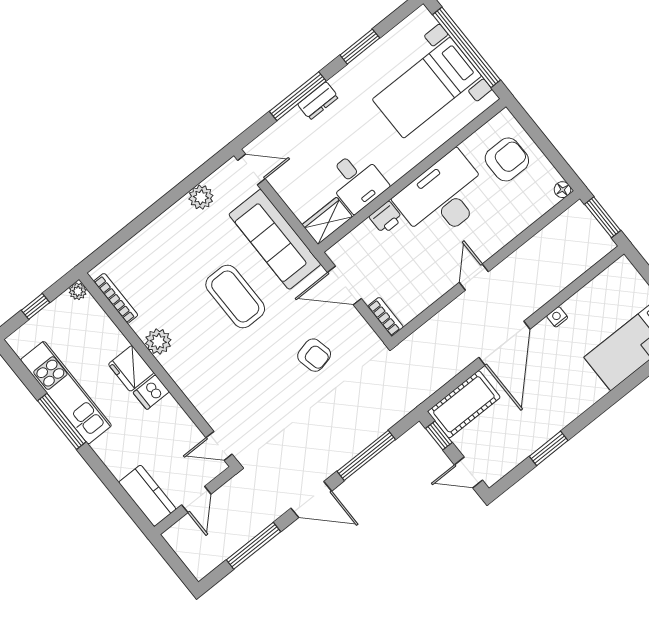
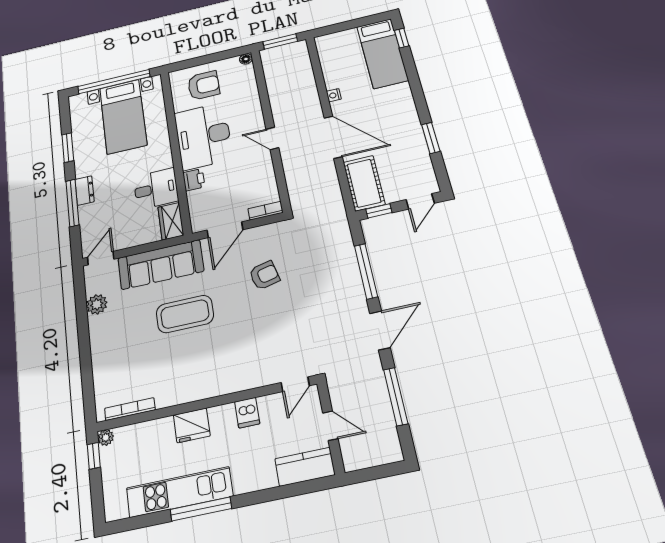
armchair: (507, 159) -> (204, 85), turned 90
window: (36, 306) -> (94, 456), moved
plant: (158, 342) -> (183, 392), removed
dishwasher: (151, 392) -> (247, 413), moved

